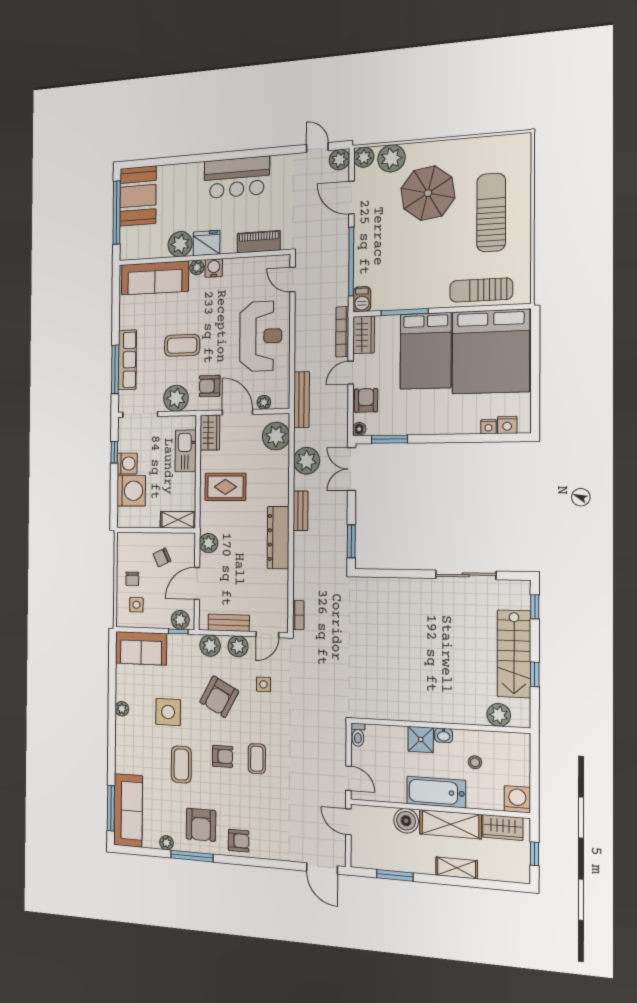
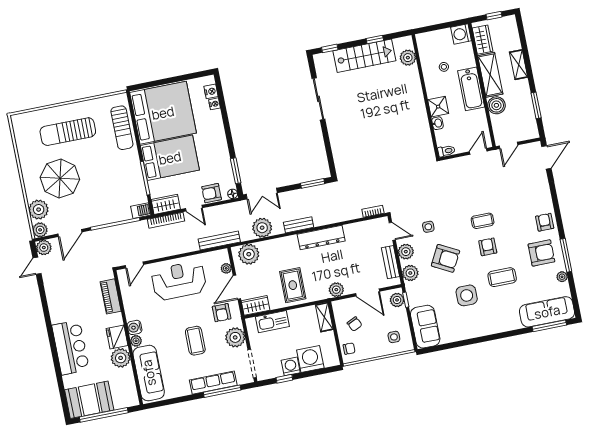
bar counter: (237, 177) -> (71, 348), moved
chair: (132, 579) -> (349, 349), moved
plant: (122, 709) -> (474, 333), removed
washbasin: (444, 735) -> (437, 123), moved

